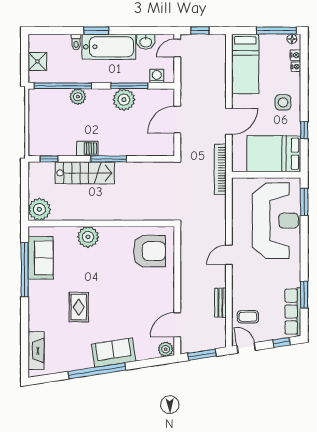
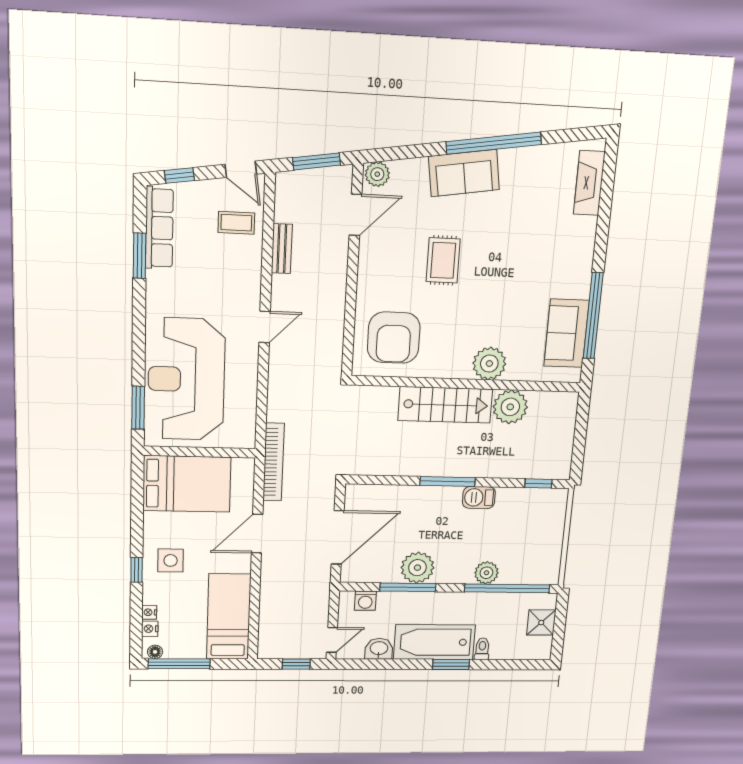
door: (177, 120) -> (338, 538), width x1.36
window: (304, 130) -> (137, 570), moved
stairs: (85, 173) -> (445, 405), moved, turned 180
plant: (39, 209) -> (510, 407), moved
armchair: (149, 251) -> (394, 338), turned -90
rug: (79, 307) -> (443, 260), moved

